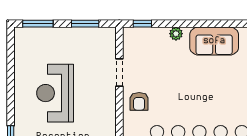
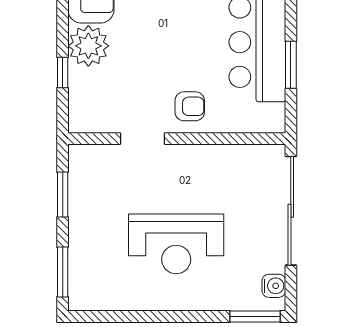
window: (142, 24) -> (63, 72), moved
plant: (176, 34) -> (88, 46), width x1.88, depth x1.88

